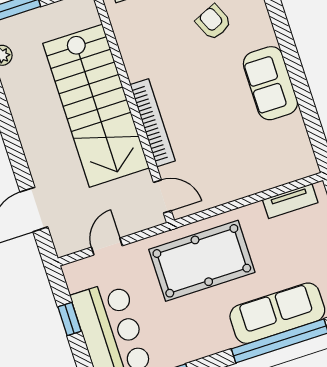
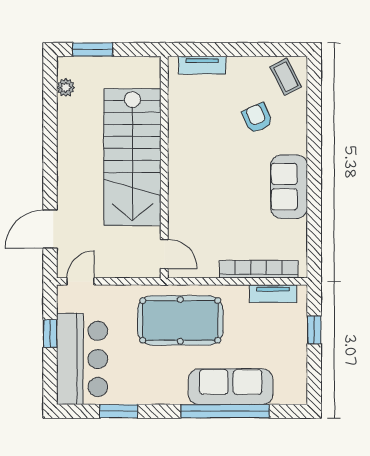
bookcase: (153, 123) -> (259, 269), moved, turned -90
door: (107, 246) -> (81, 281), moved

